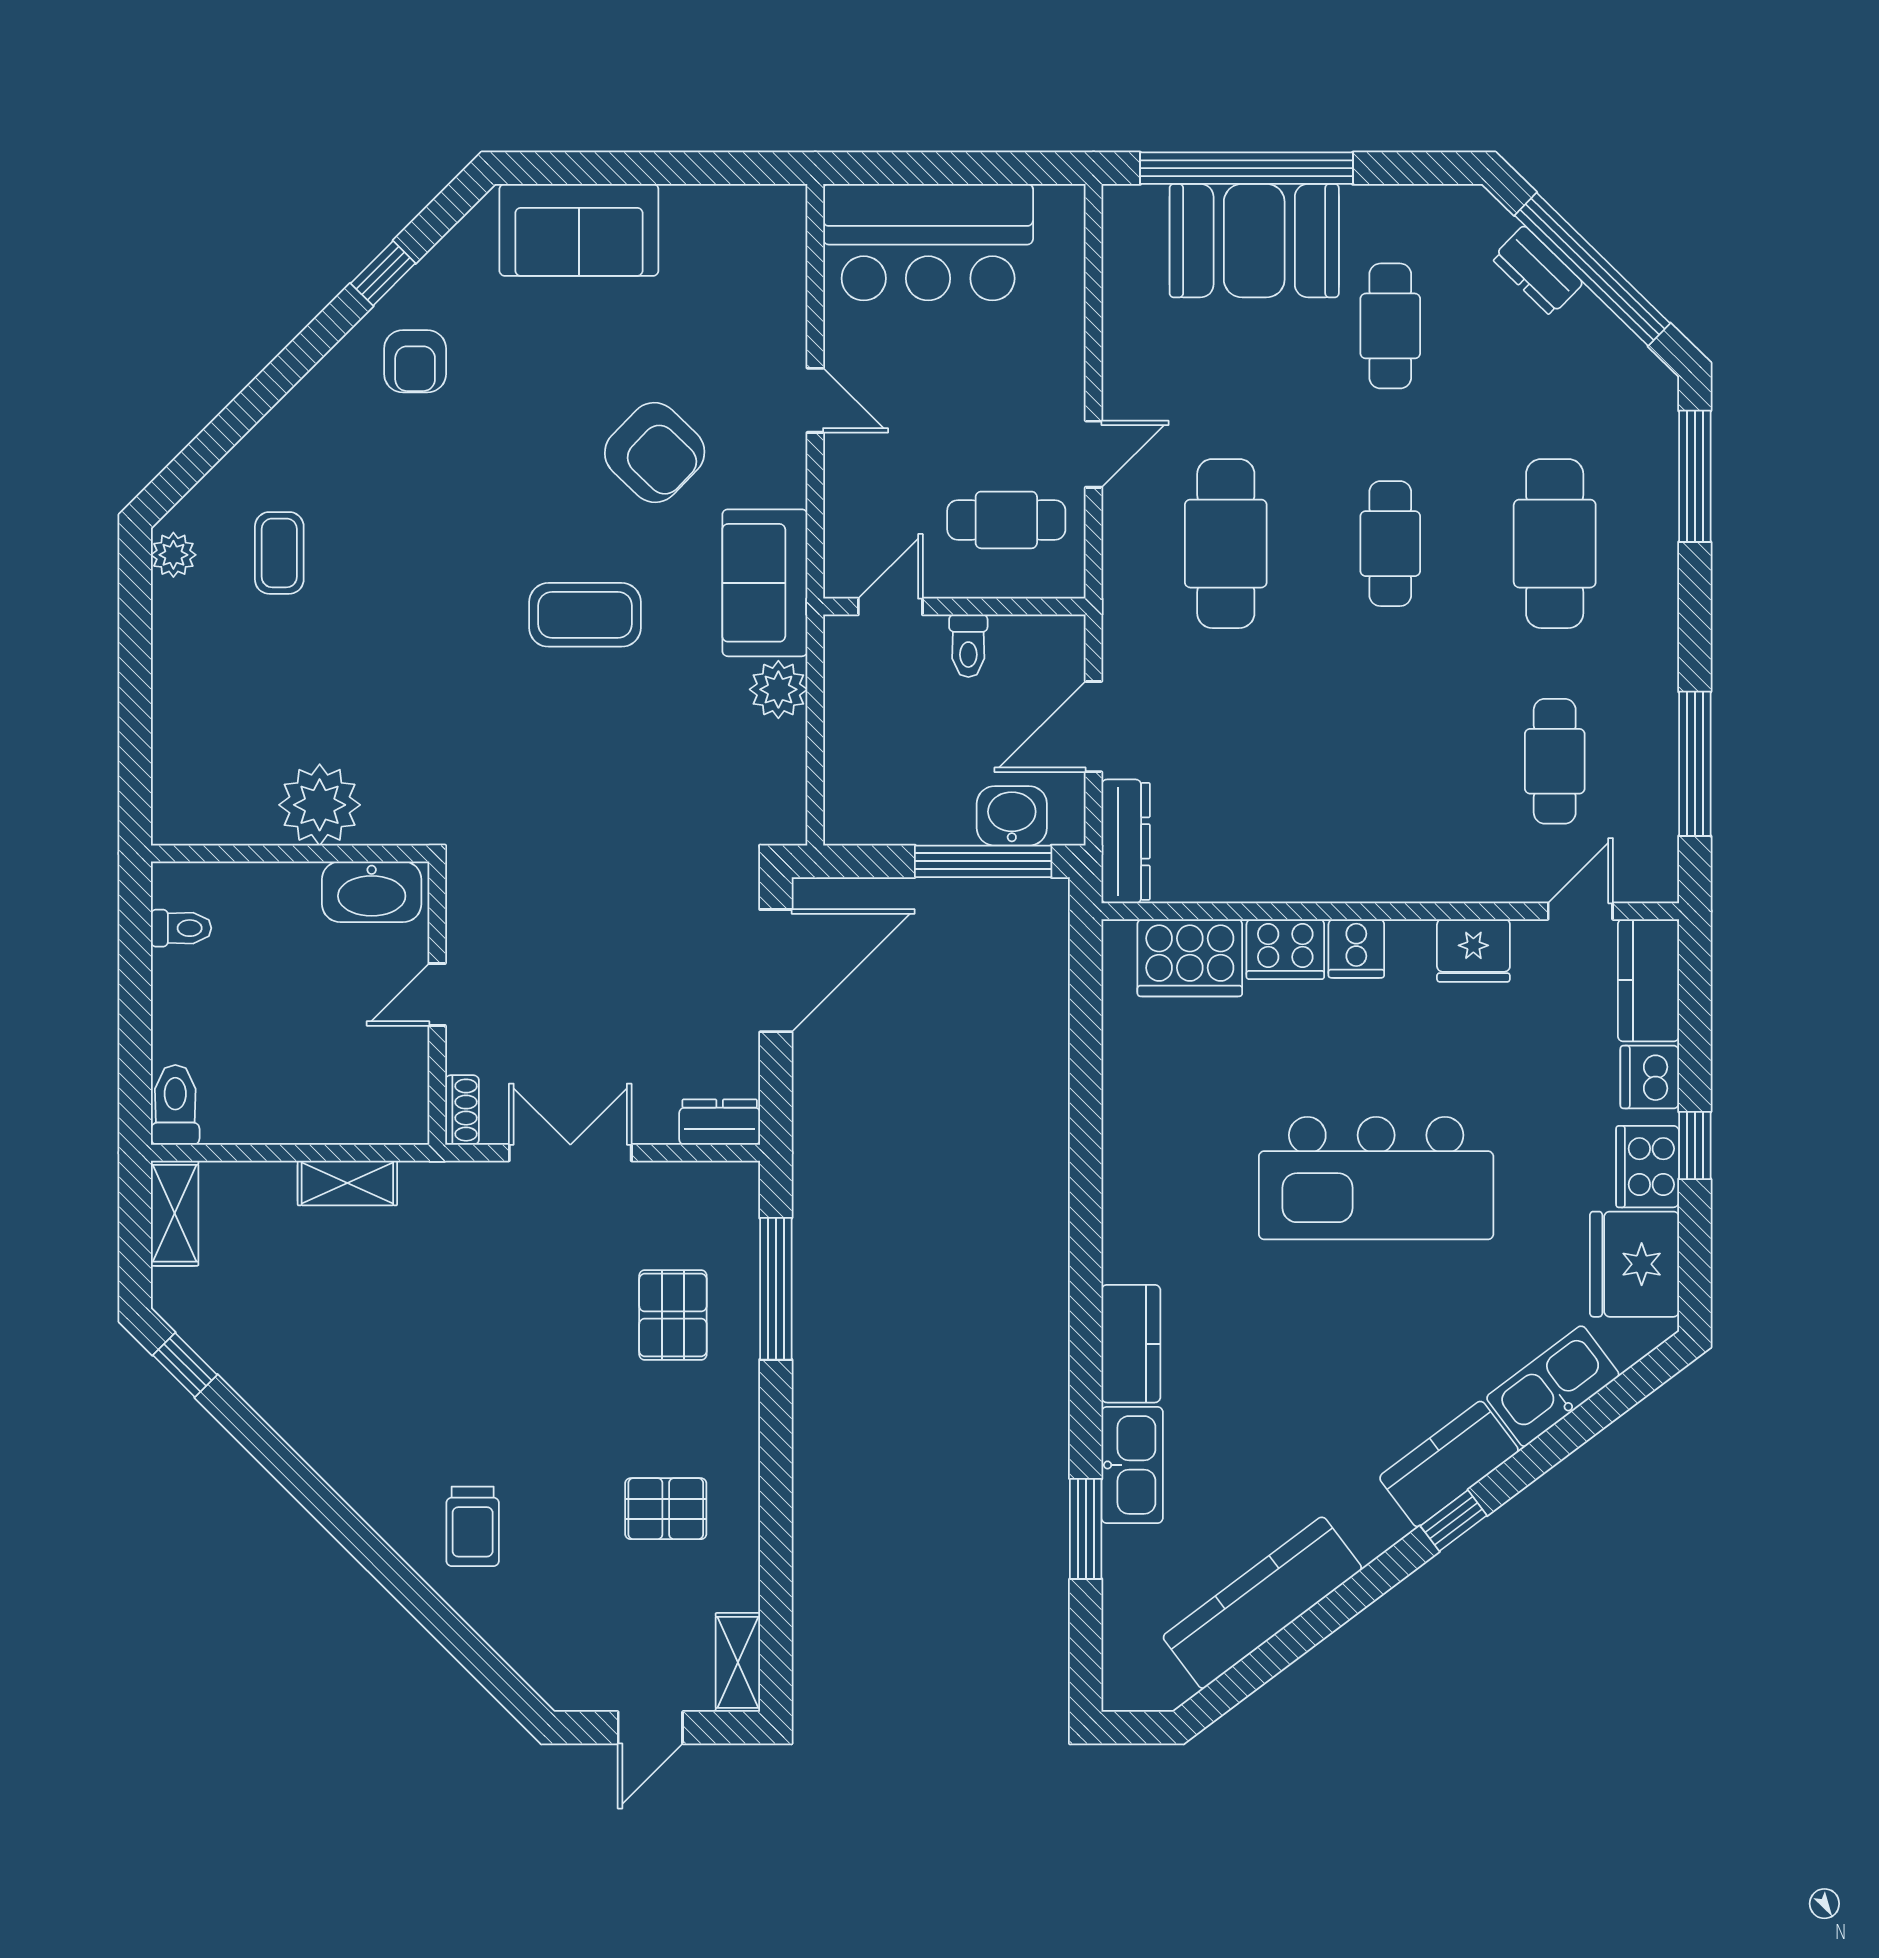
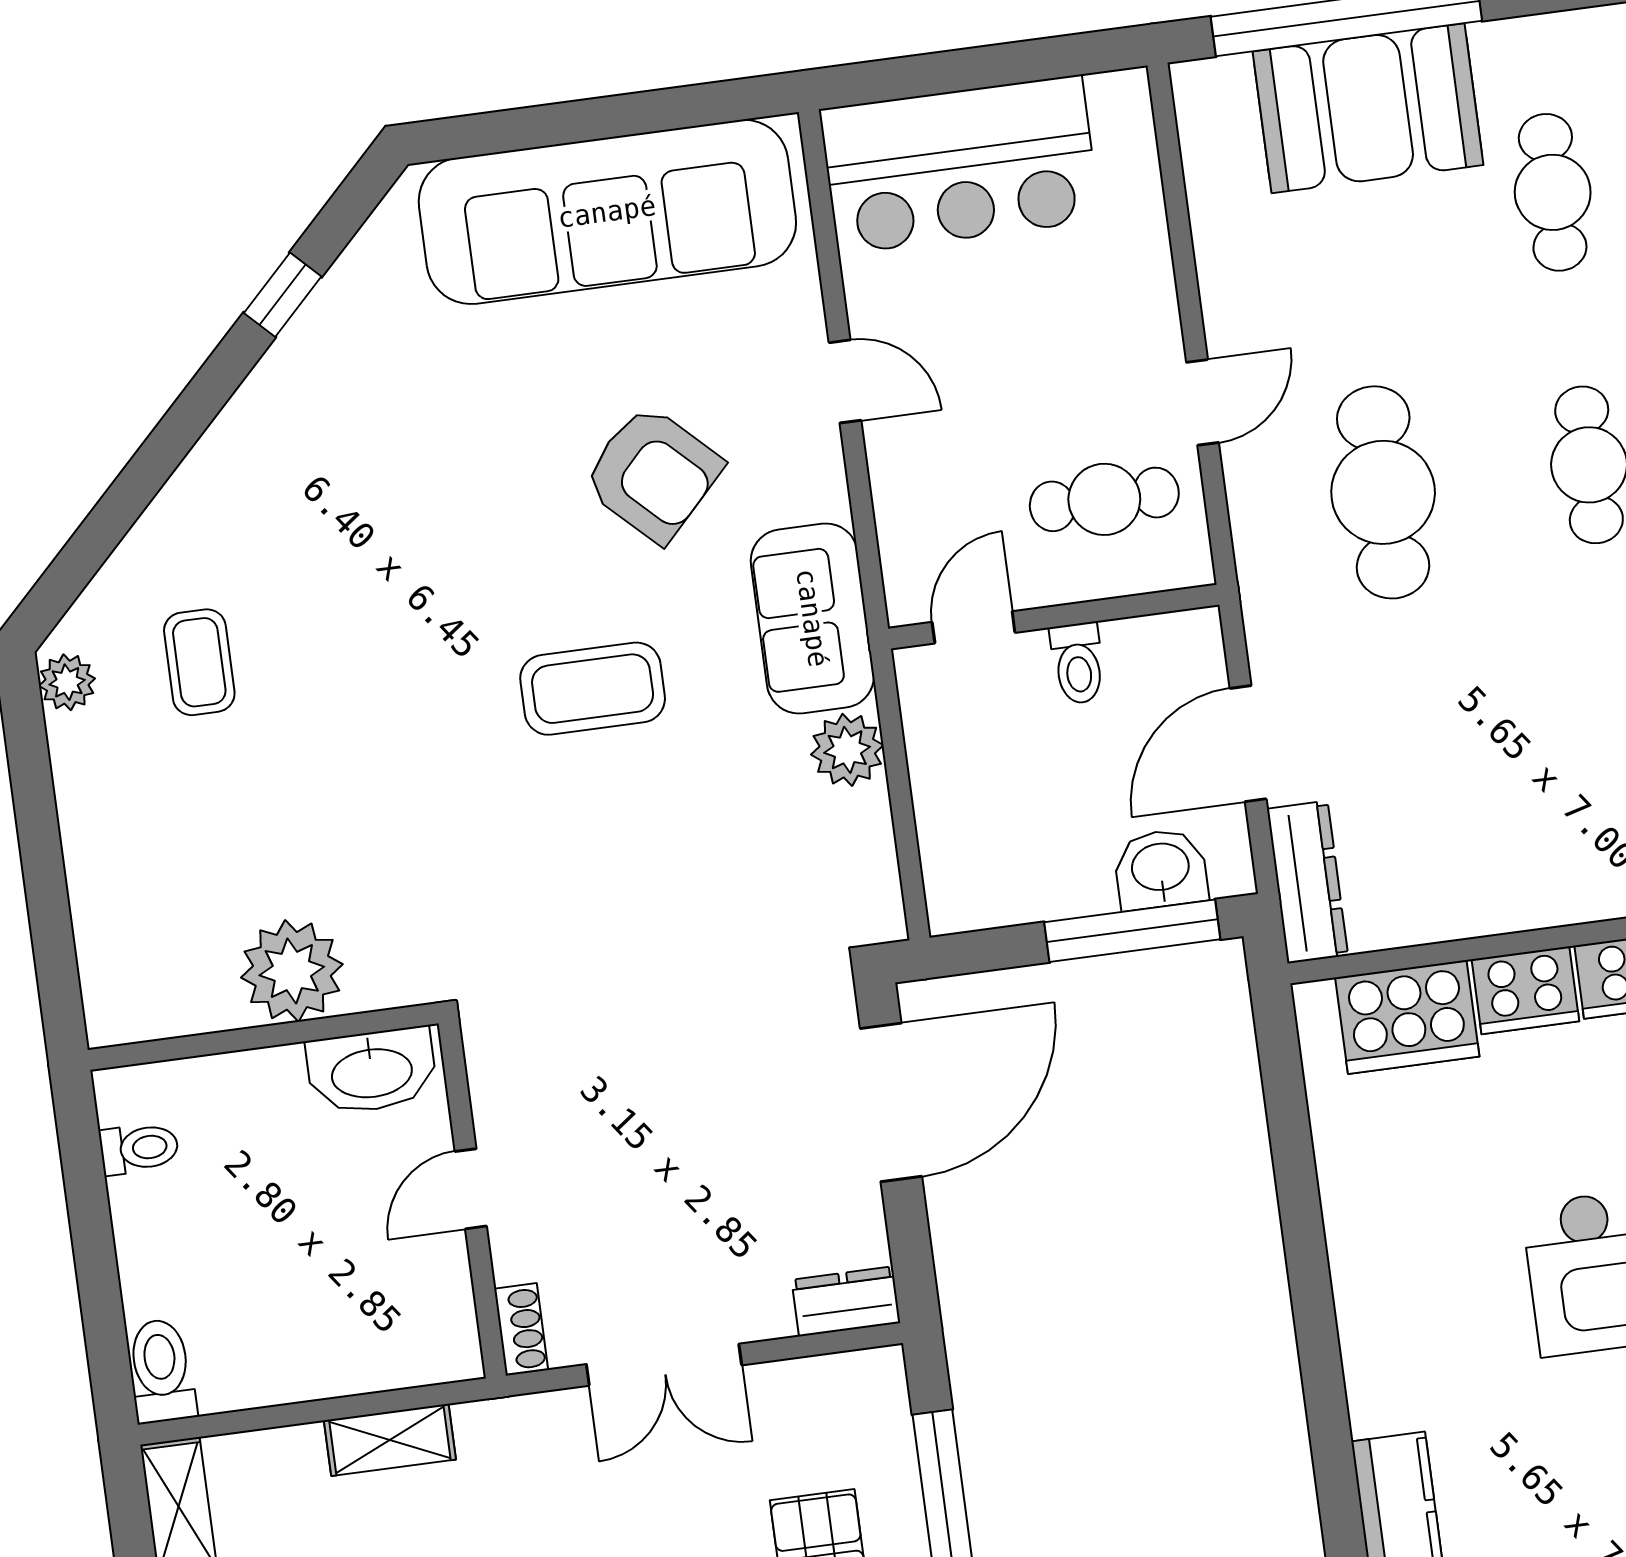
sofa: (579, 230) -> (607, 212), width x1.85, depth x1.27
armchair: (415, 361) -> (337, 399), removed
double door: (570, 1153) -> (664, 1365), swing flipped

